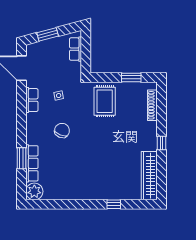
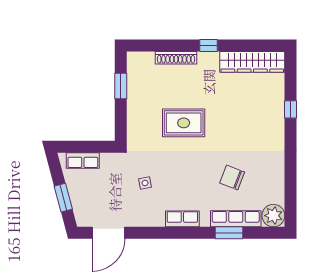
row of seats: (32, 100) -> (182, 219), moved
rug: (105, 101) -> (184, 123), moved
shoe rack: (152, 105) -> (176, 58), moved
chair: (62, 131) -> (232, 178), moved

